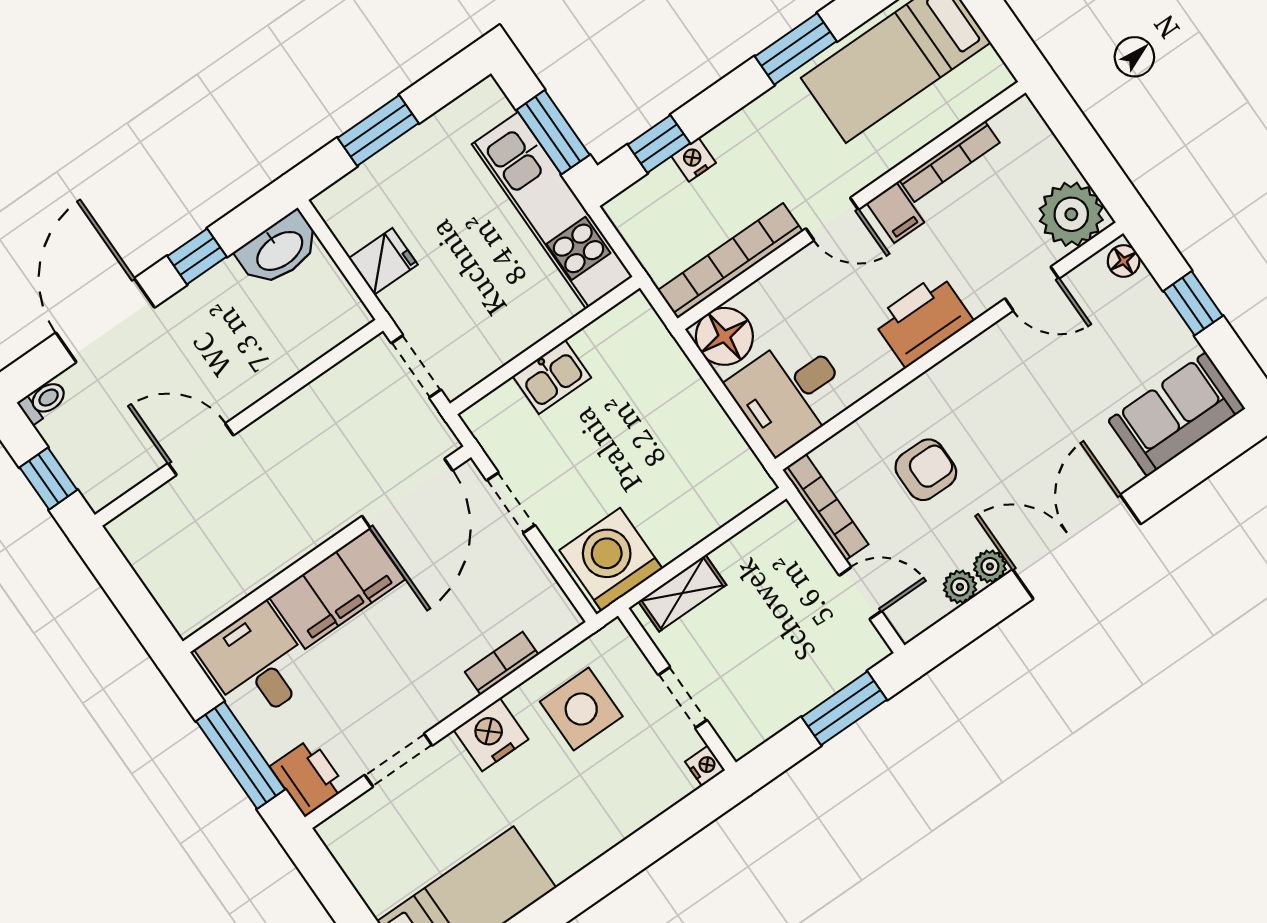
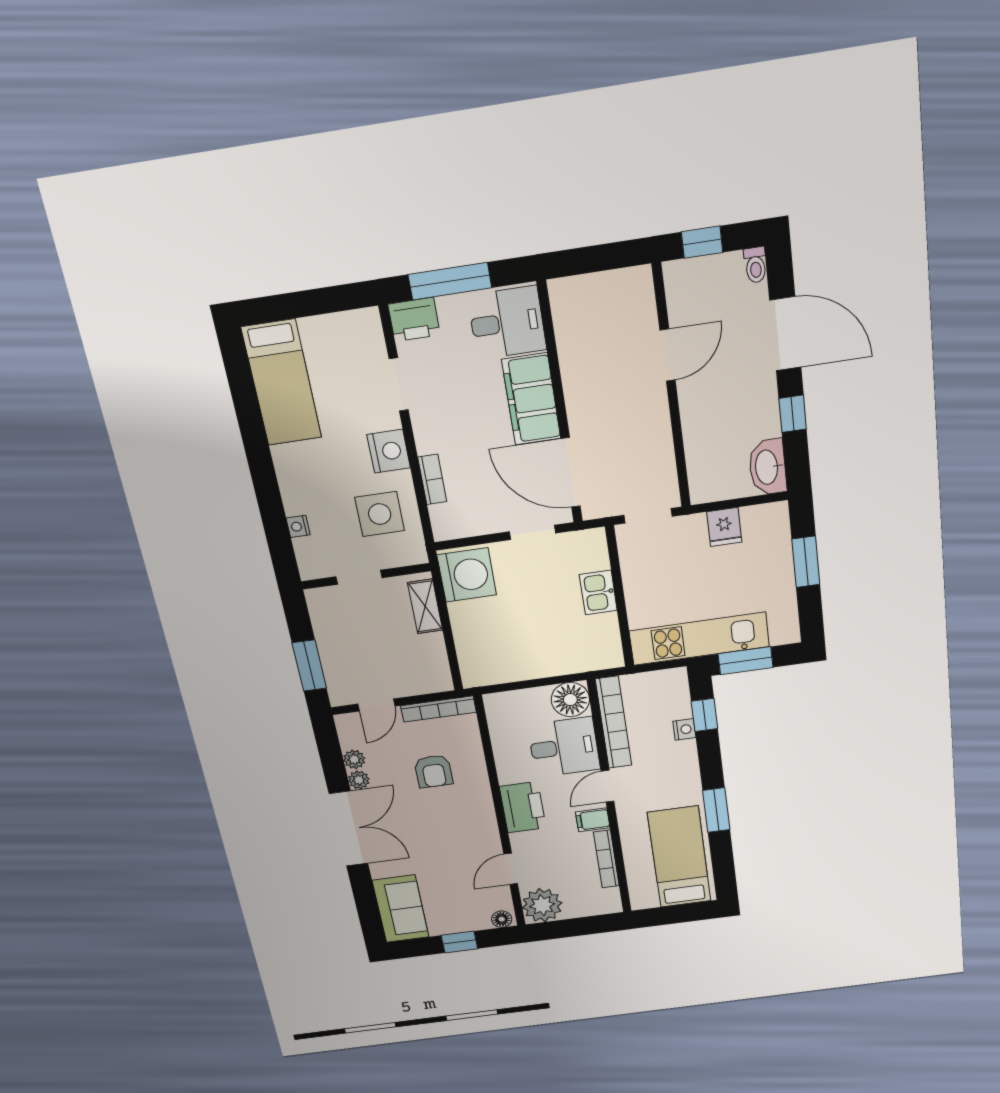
desk: (789, 393) -> (564, 747), moved, turned 90
nightstand: (705, 766) -> (298, 526), moved, turned 90

